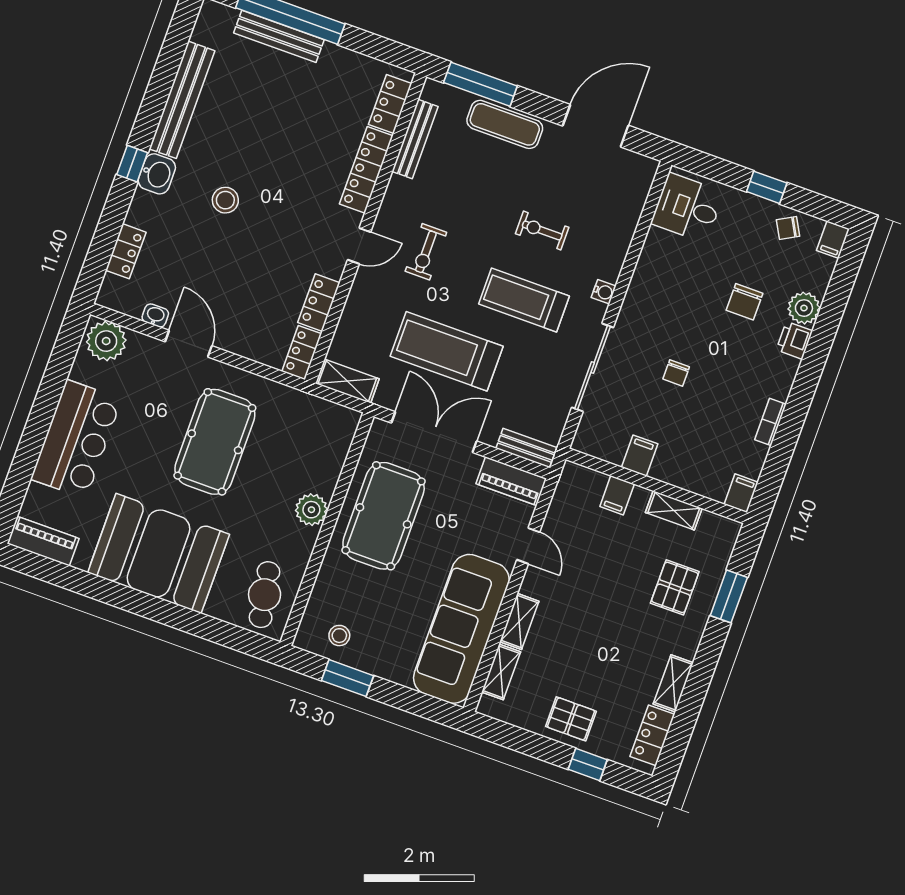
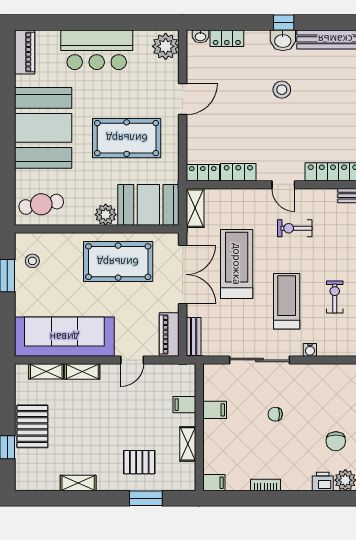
chair: (745, 302) -> (336, 441), turned -90
washbasin: (155, 316) -> (200, 36), moved, turned 90
booth: (319, 445) -> (148, 205), added
pallet: (571, 719) -> (32, 426), width x1.50, depth x1.42
locker: (652, 735) -> (41, 482), removed

